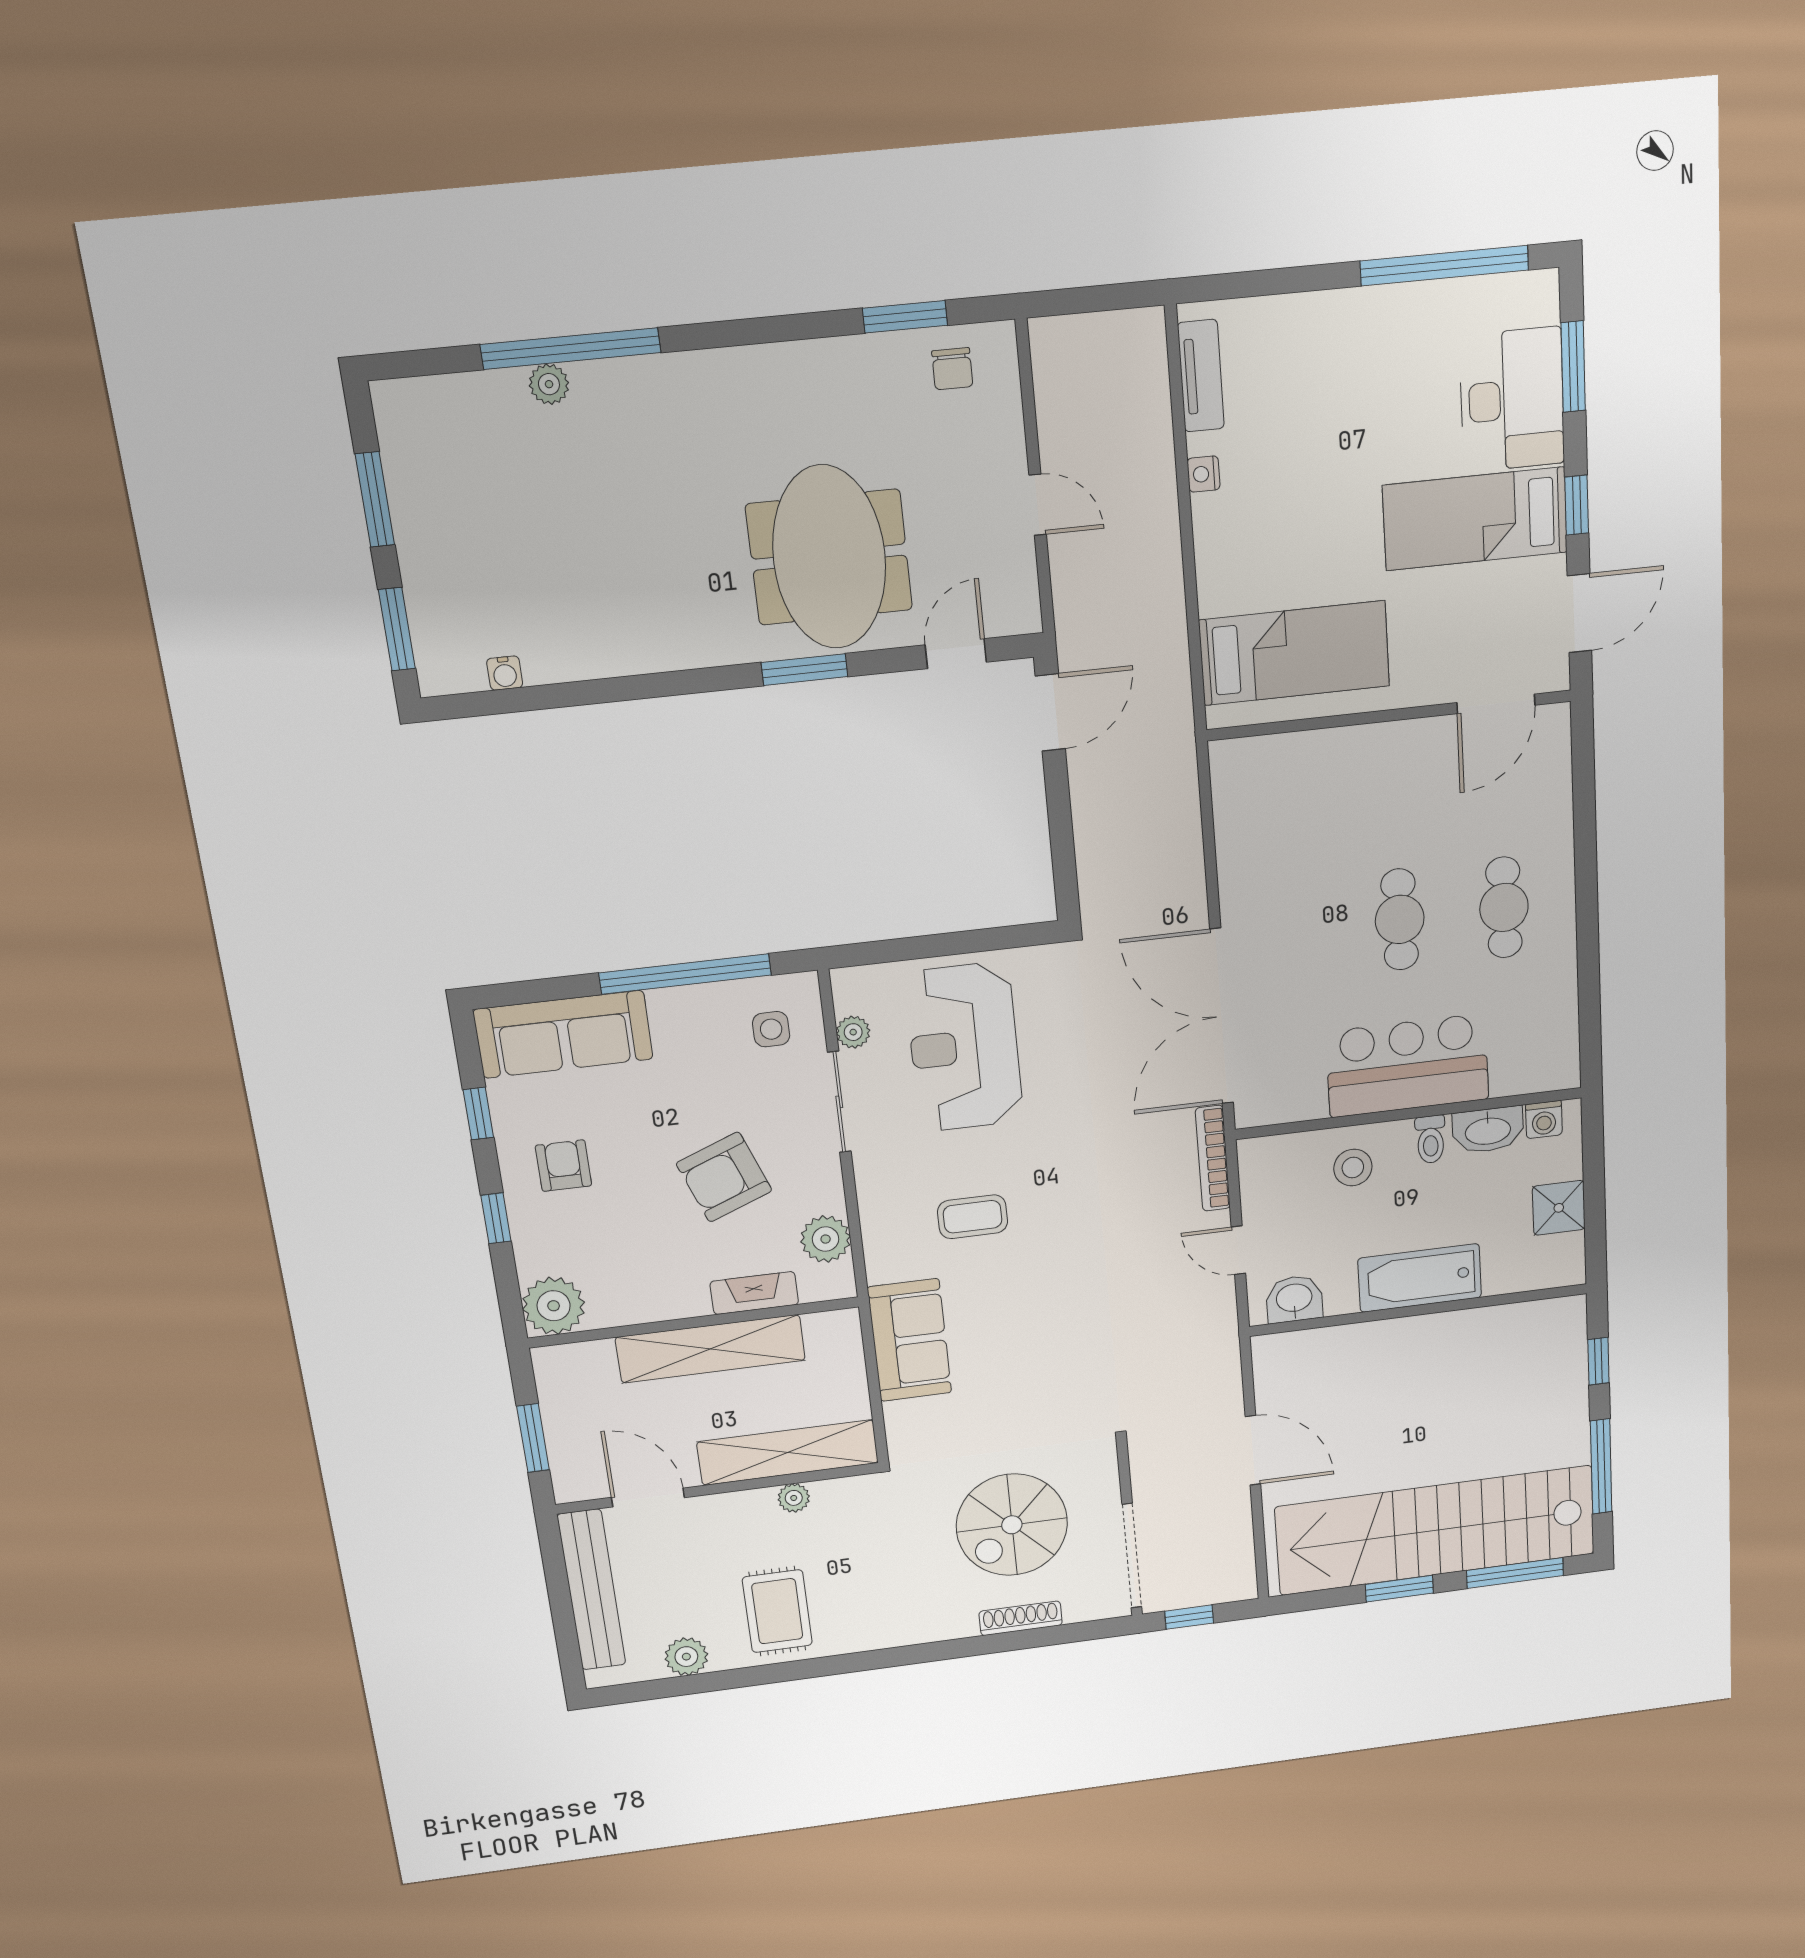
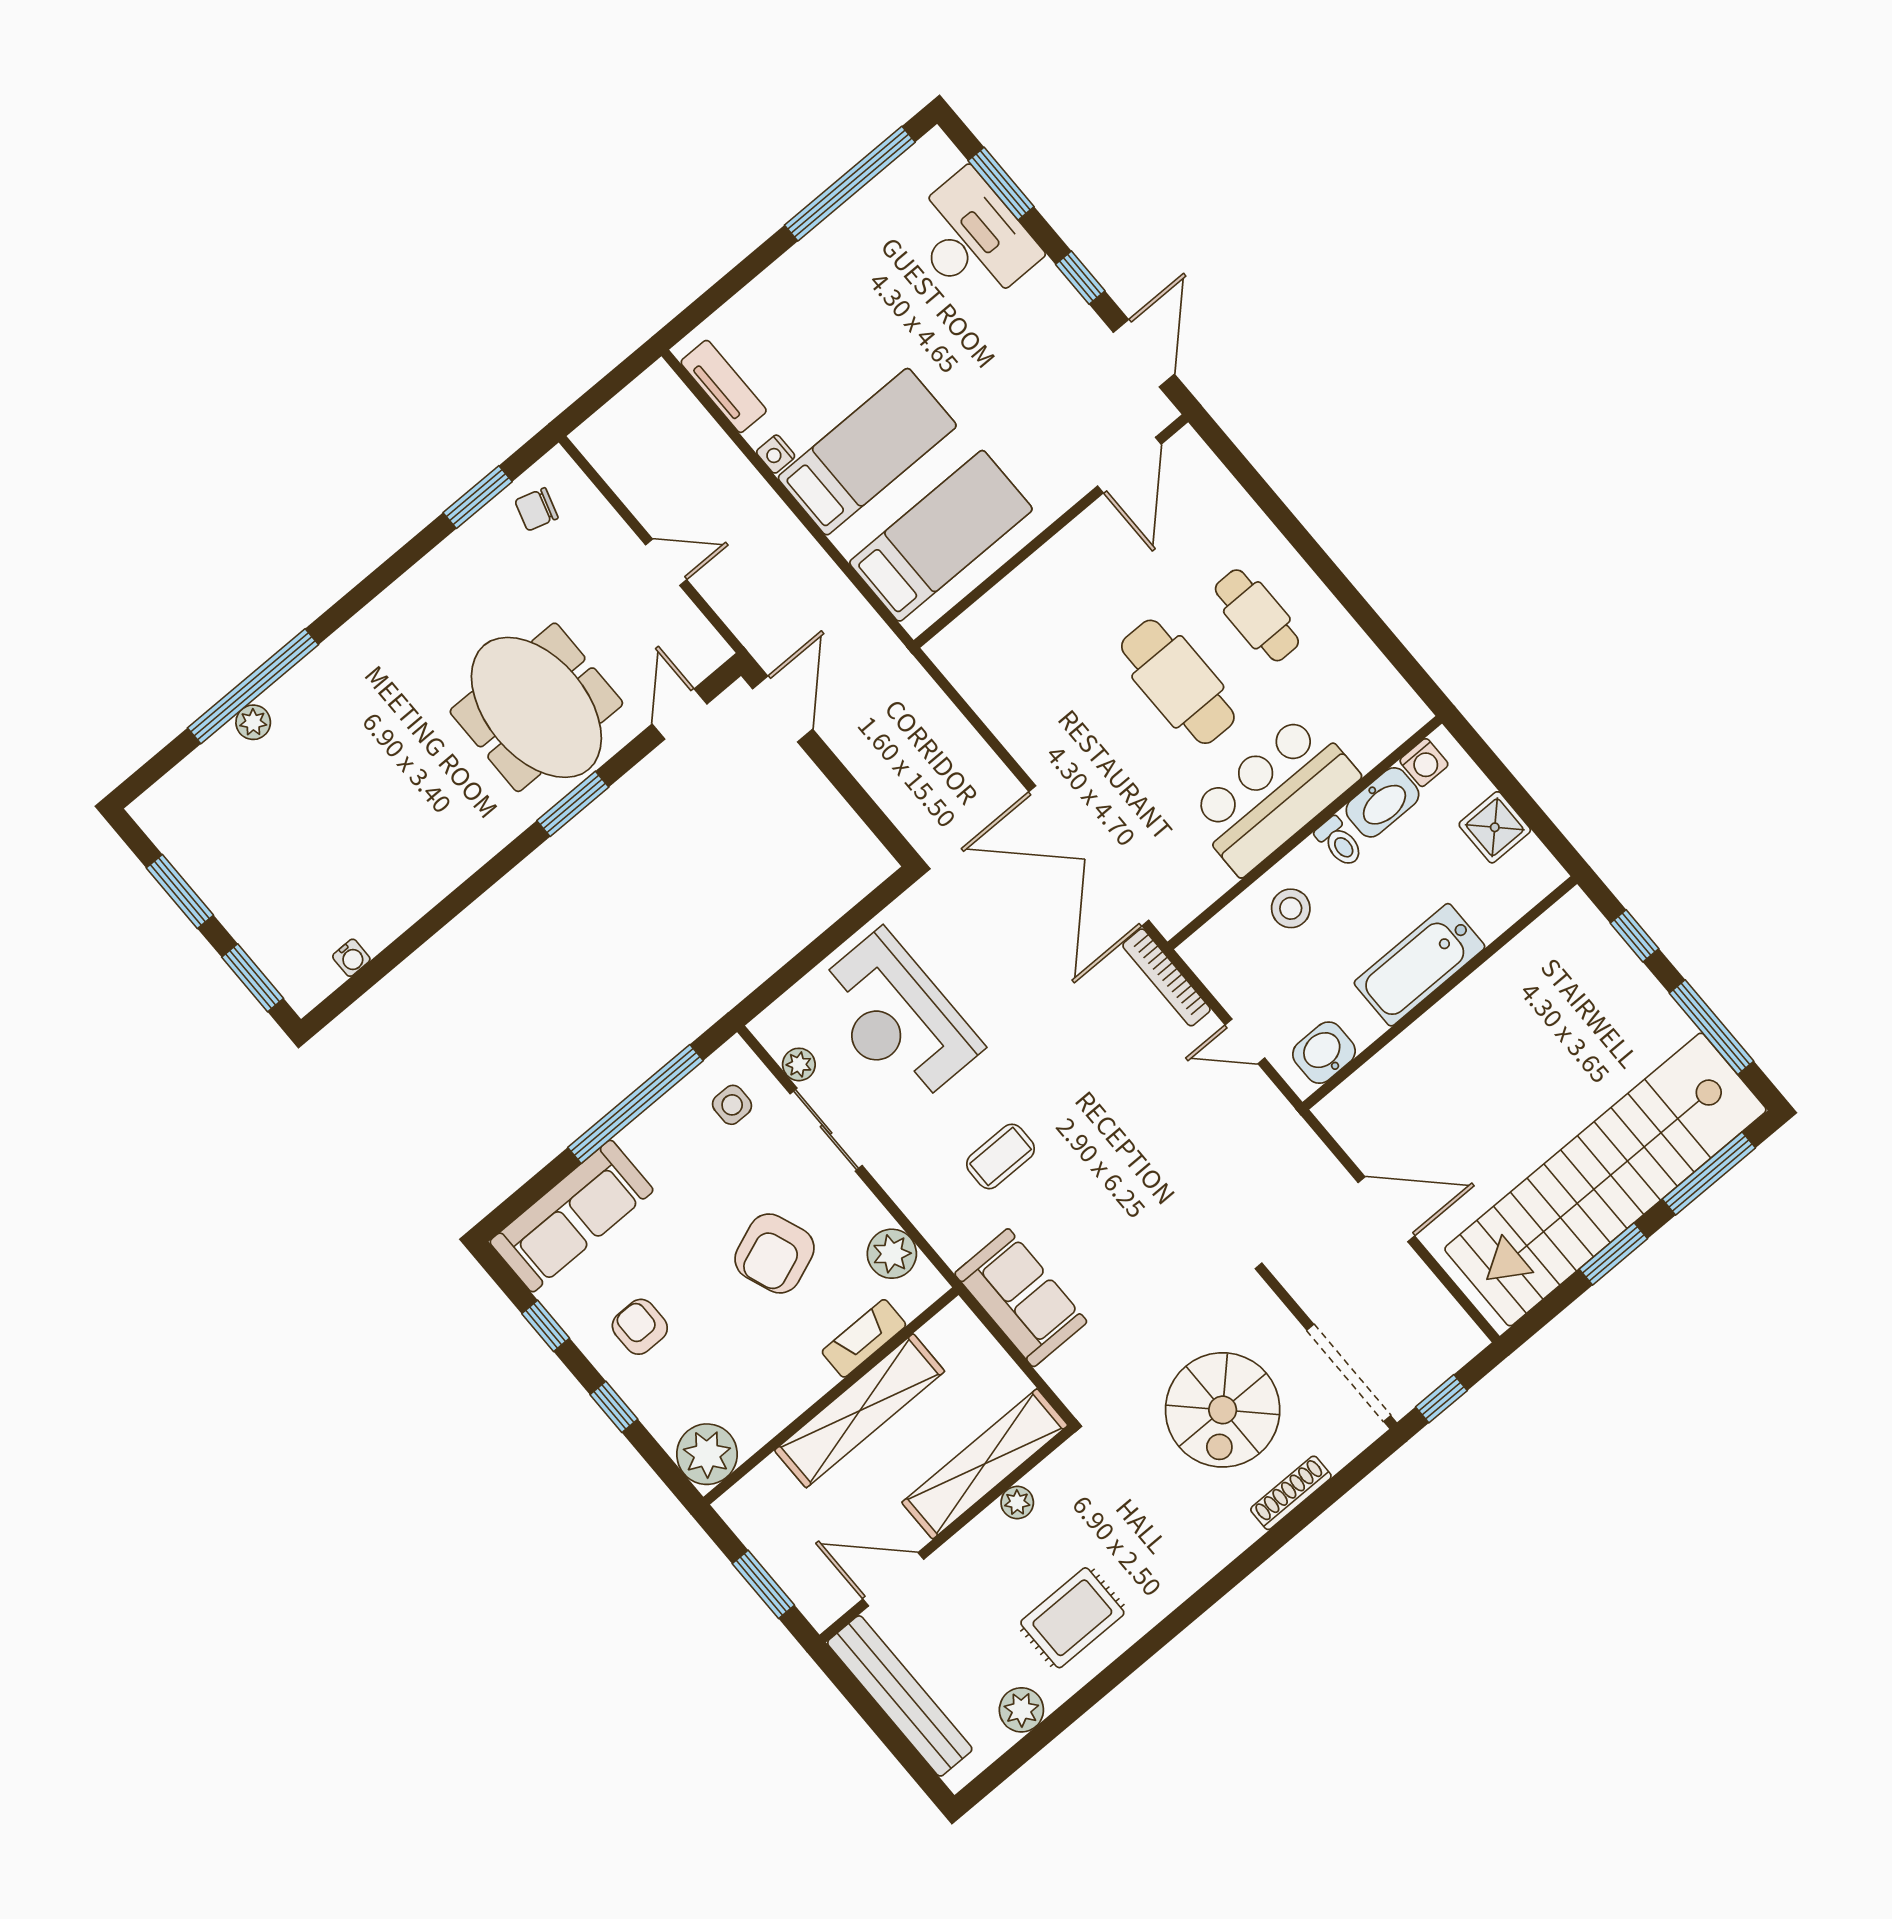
chair: (952, 369) -> (536, 509), turned 107
bed: (1475, 519) -> (867, 452), moved, turned 180
cafe table: (1400, 919) -> (1178, 682), width x1.37, depth x1.35
rug: (777, 1611) -> (1072, 1618), turned 90

